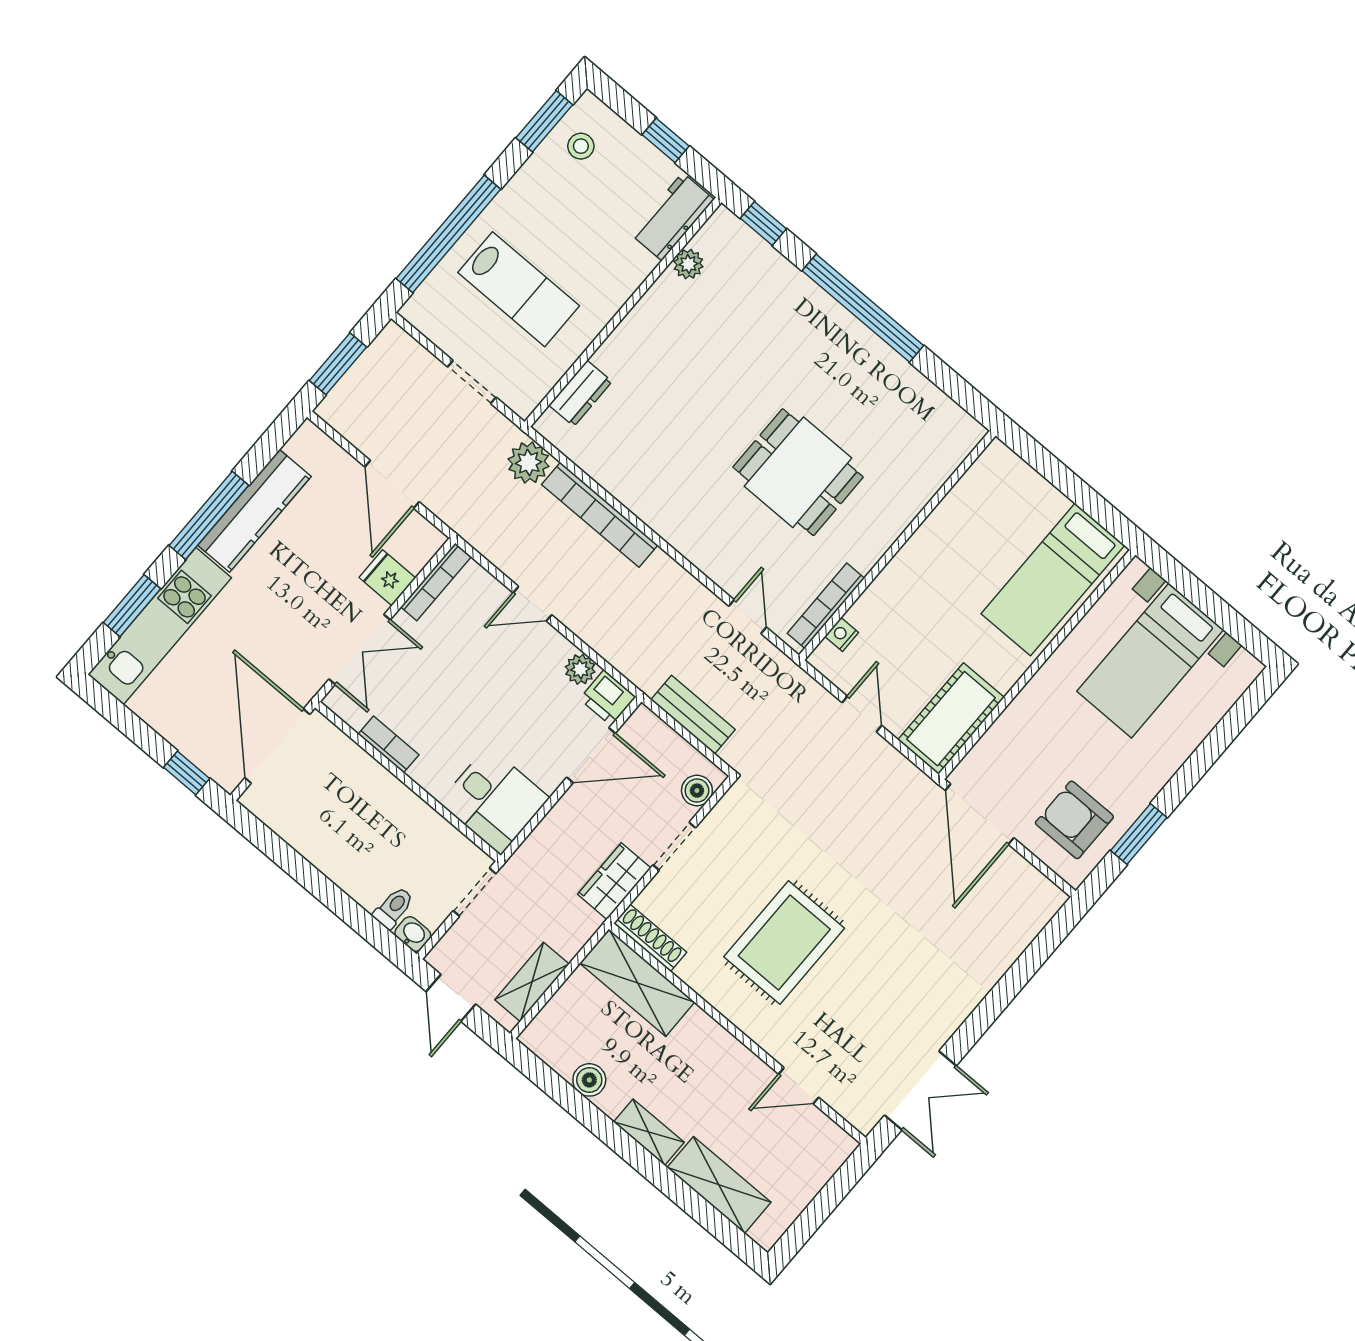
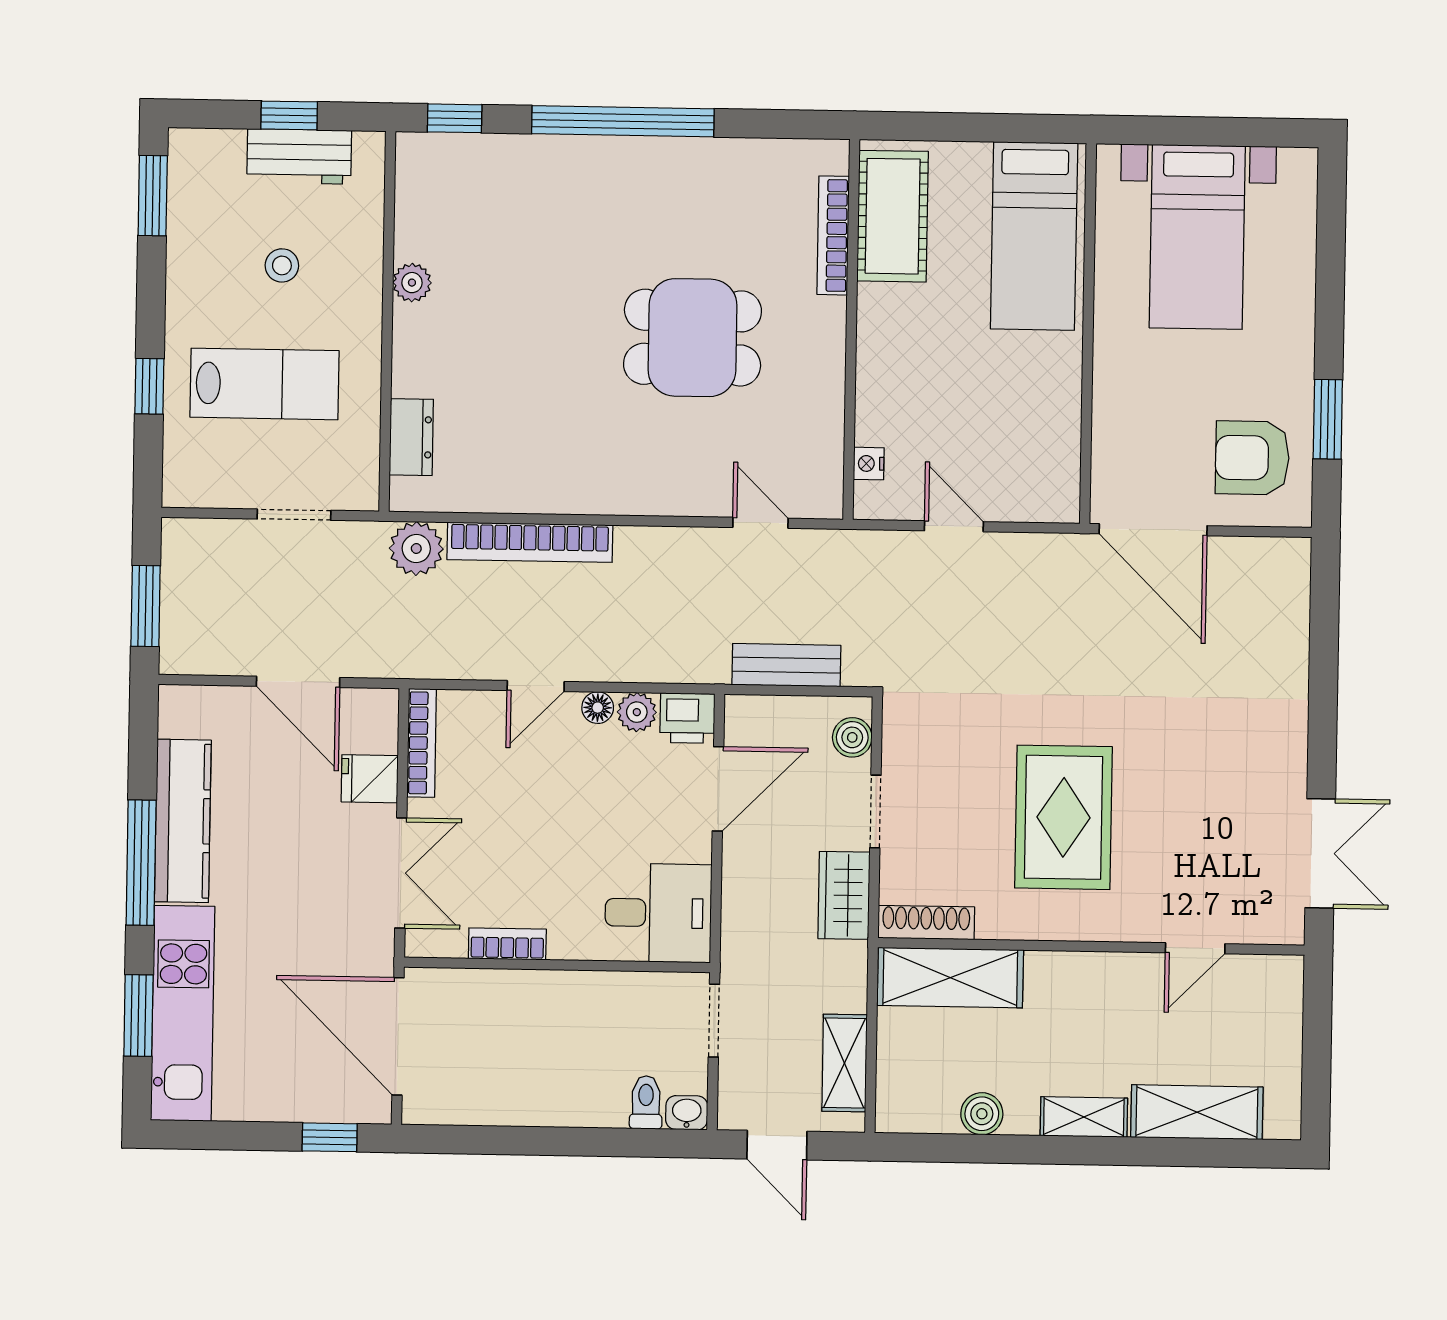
stool: (581, 146) -> (282, 265), moved
workbench: (672, 217) -> (299, 156), moved, turned -90
window: (448, 234) -> (149, 386), width x0.32
plant: (688, 264) -> (412, 283), moved
bookcase: (826, 606) -> (833, 235), moved
floor lamp: (559, 647) -> (598, 708), added
cot: (951, 719) -> (893, 216), moved

